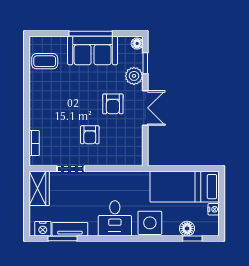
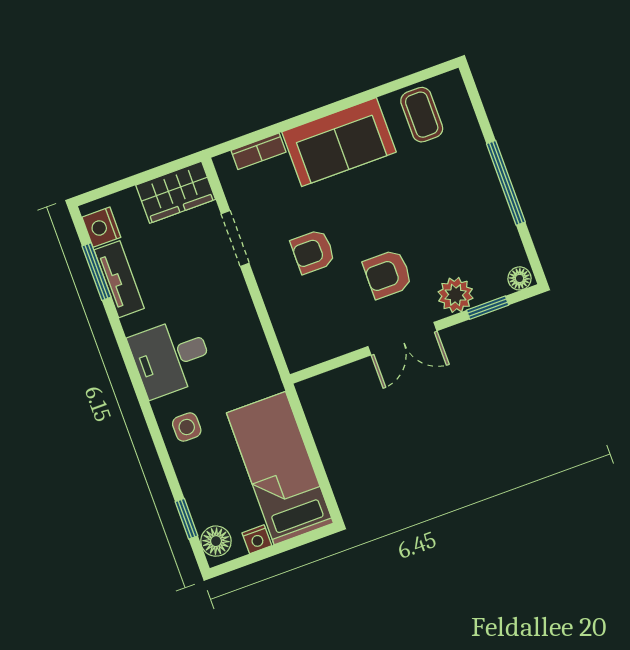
sofa: (93, 50) -> (339, 142), moved, turned -90
side table: (150, 223) -> (187, 427), width x0.54, depth x0.54
floor lamp: (187, 229) -> (216, 541), moved

